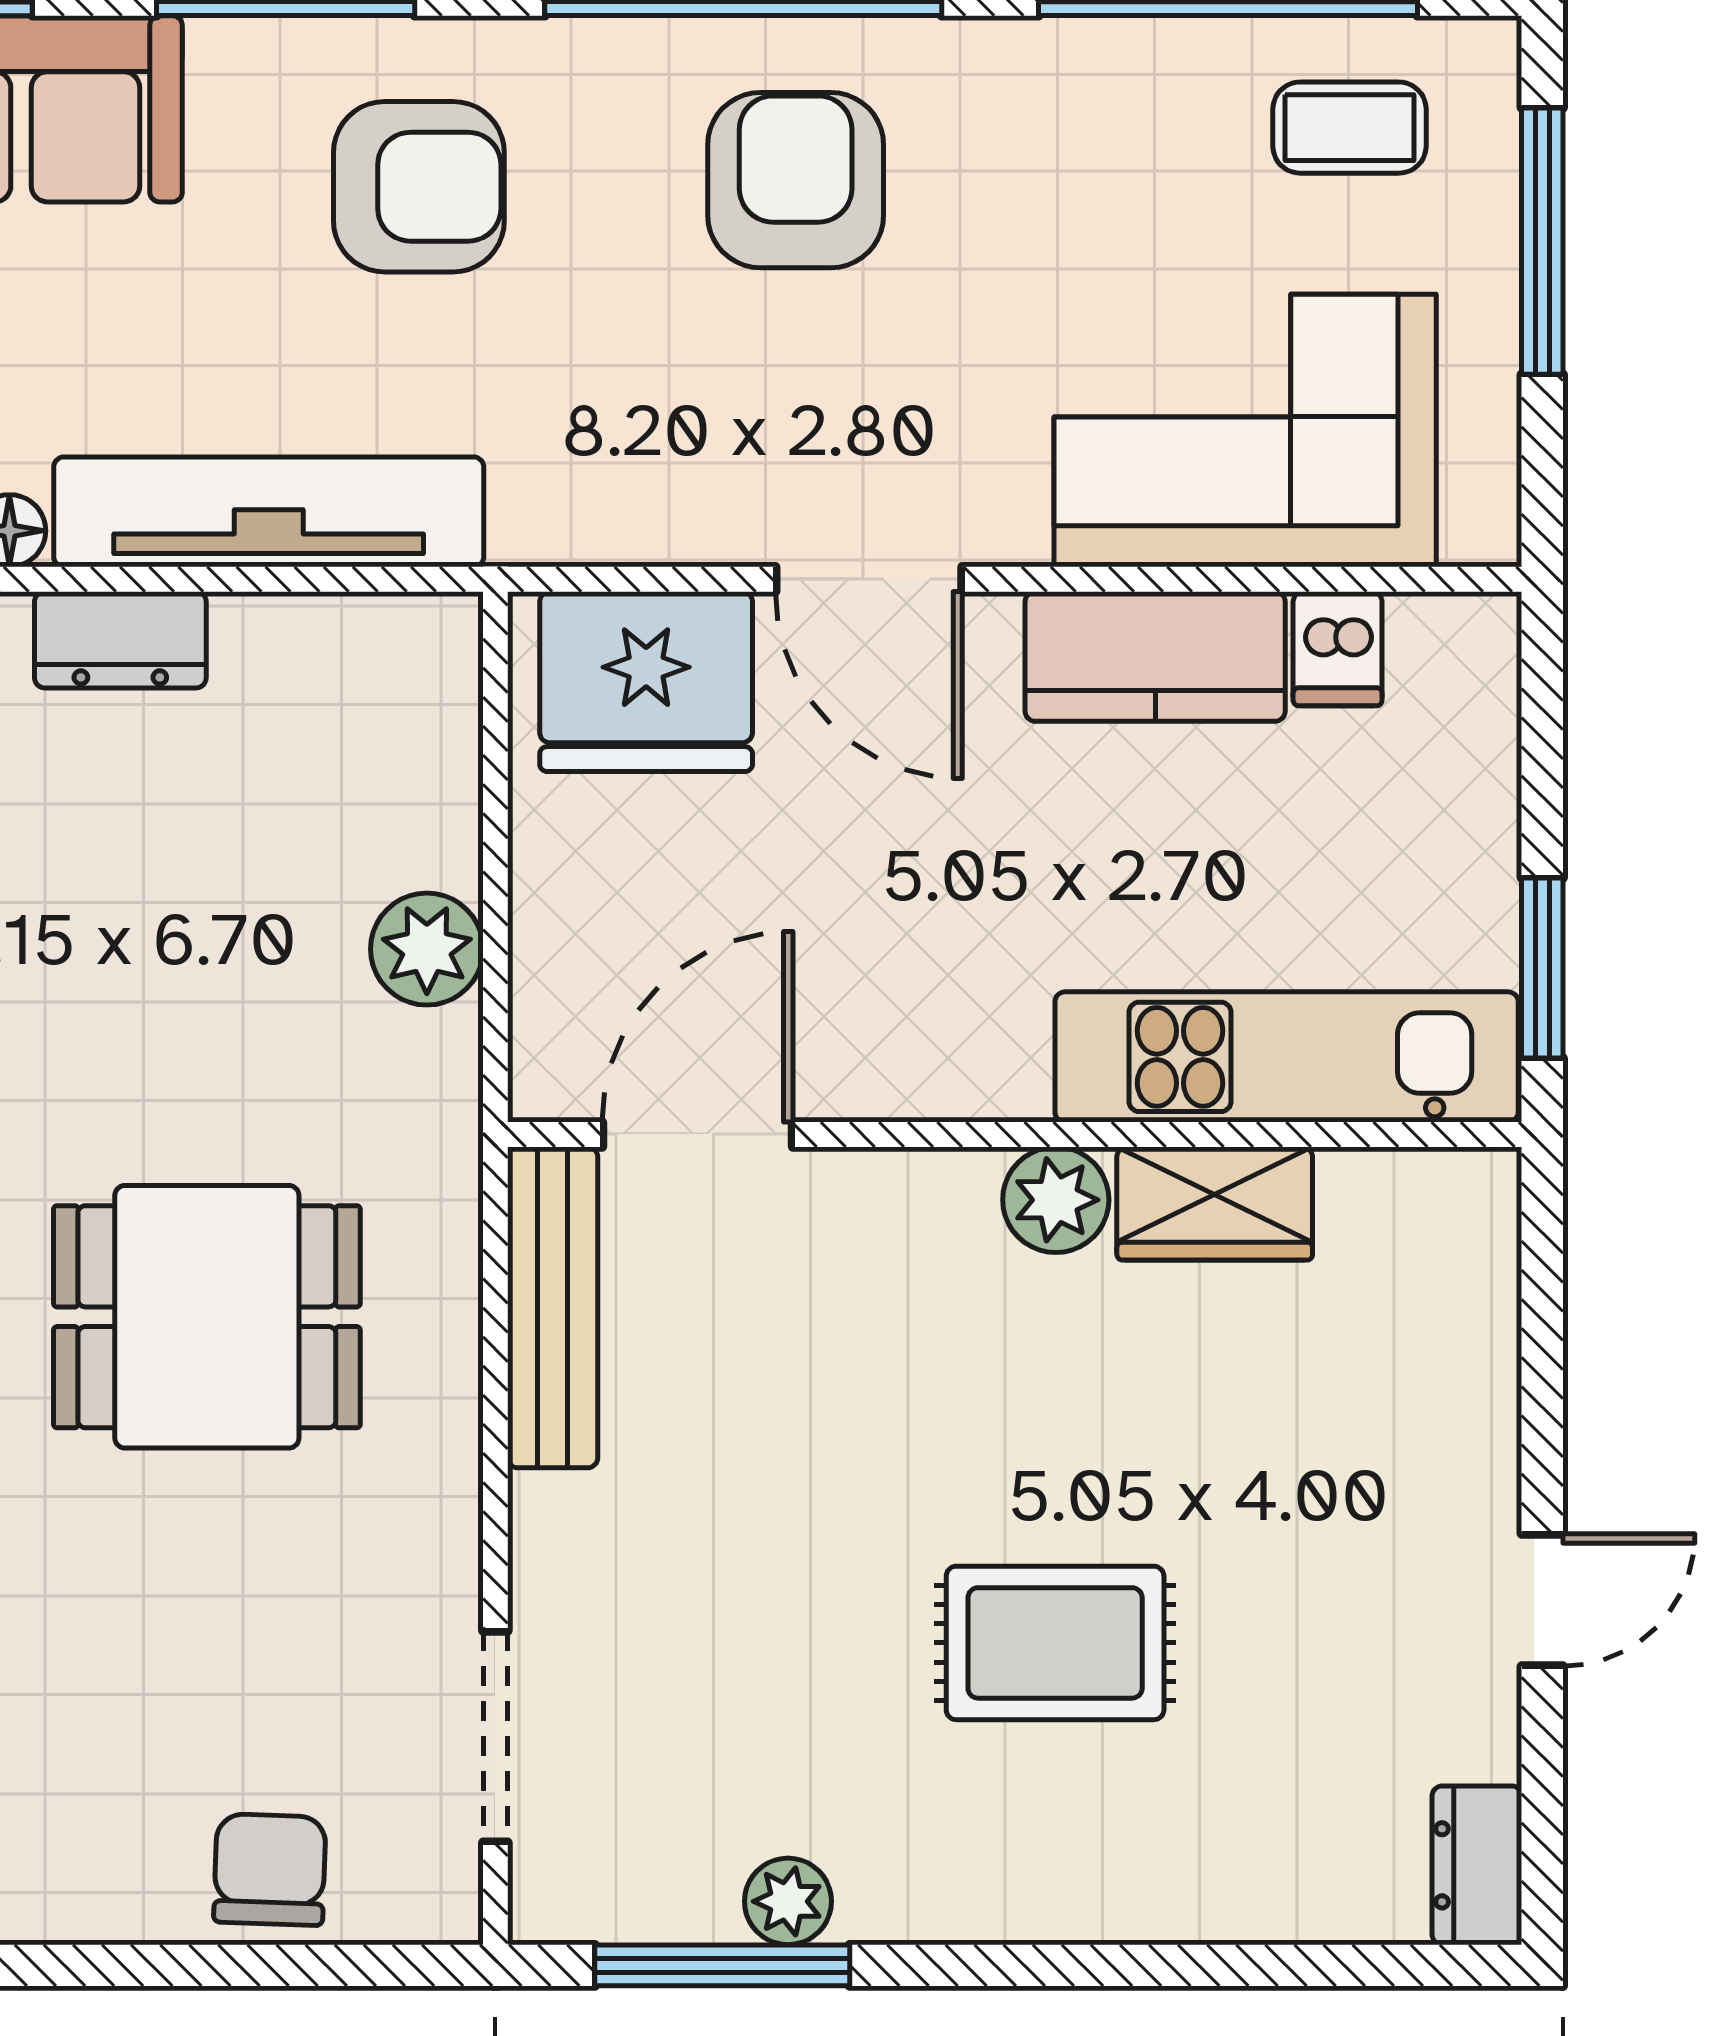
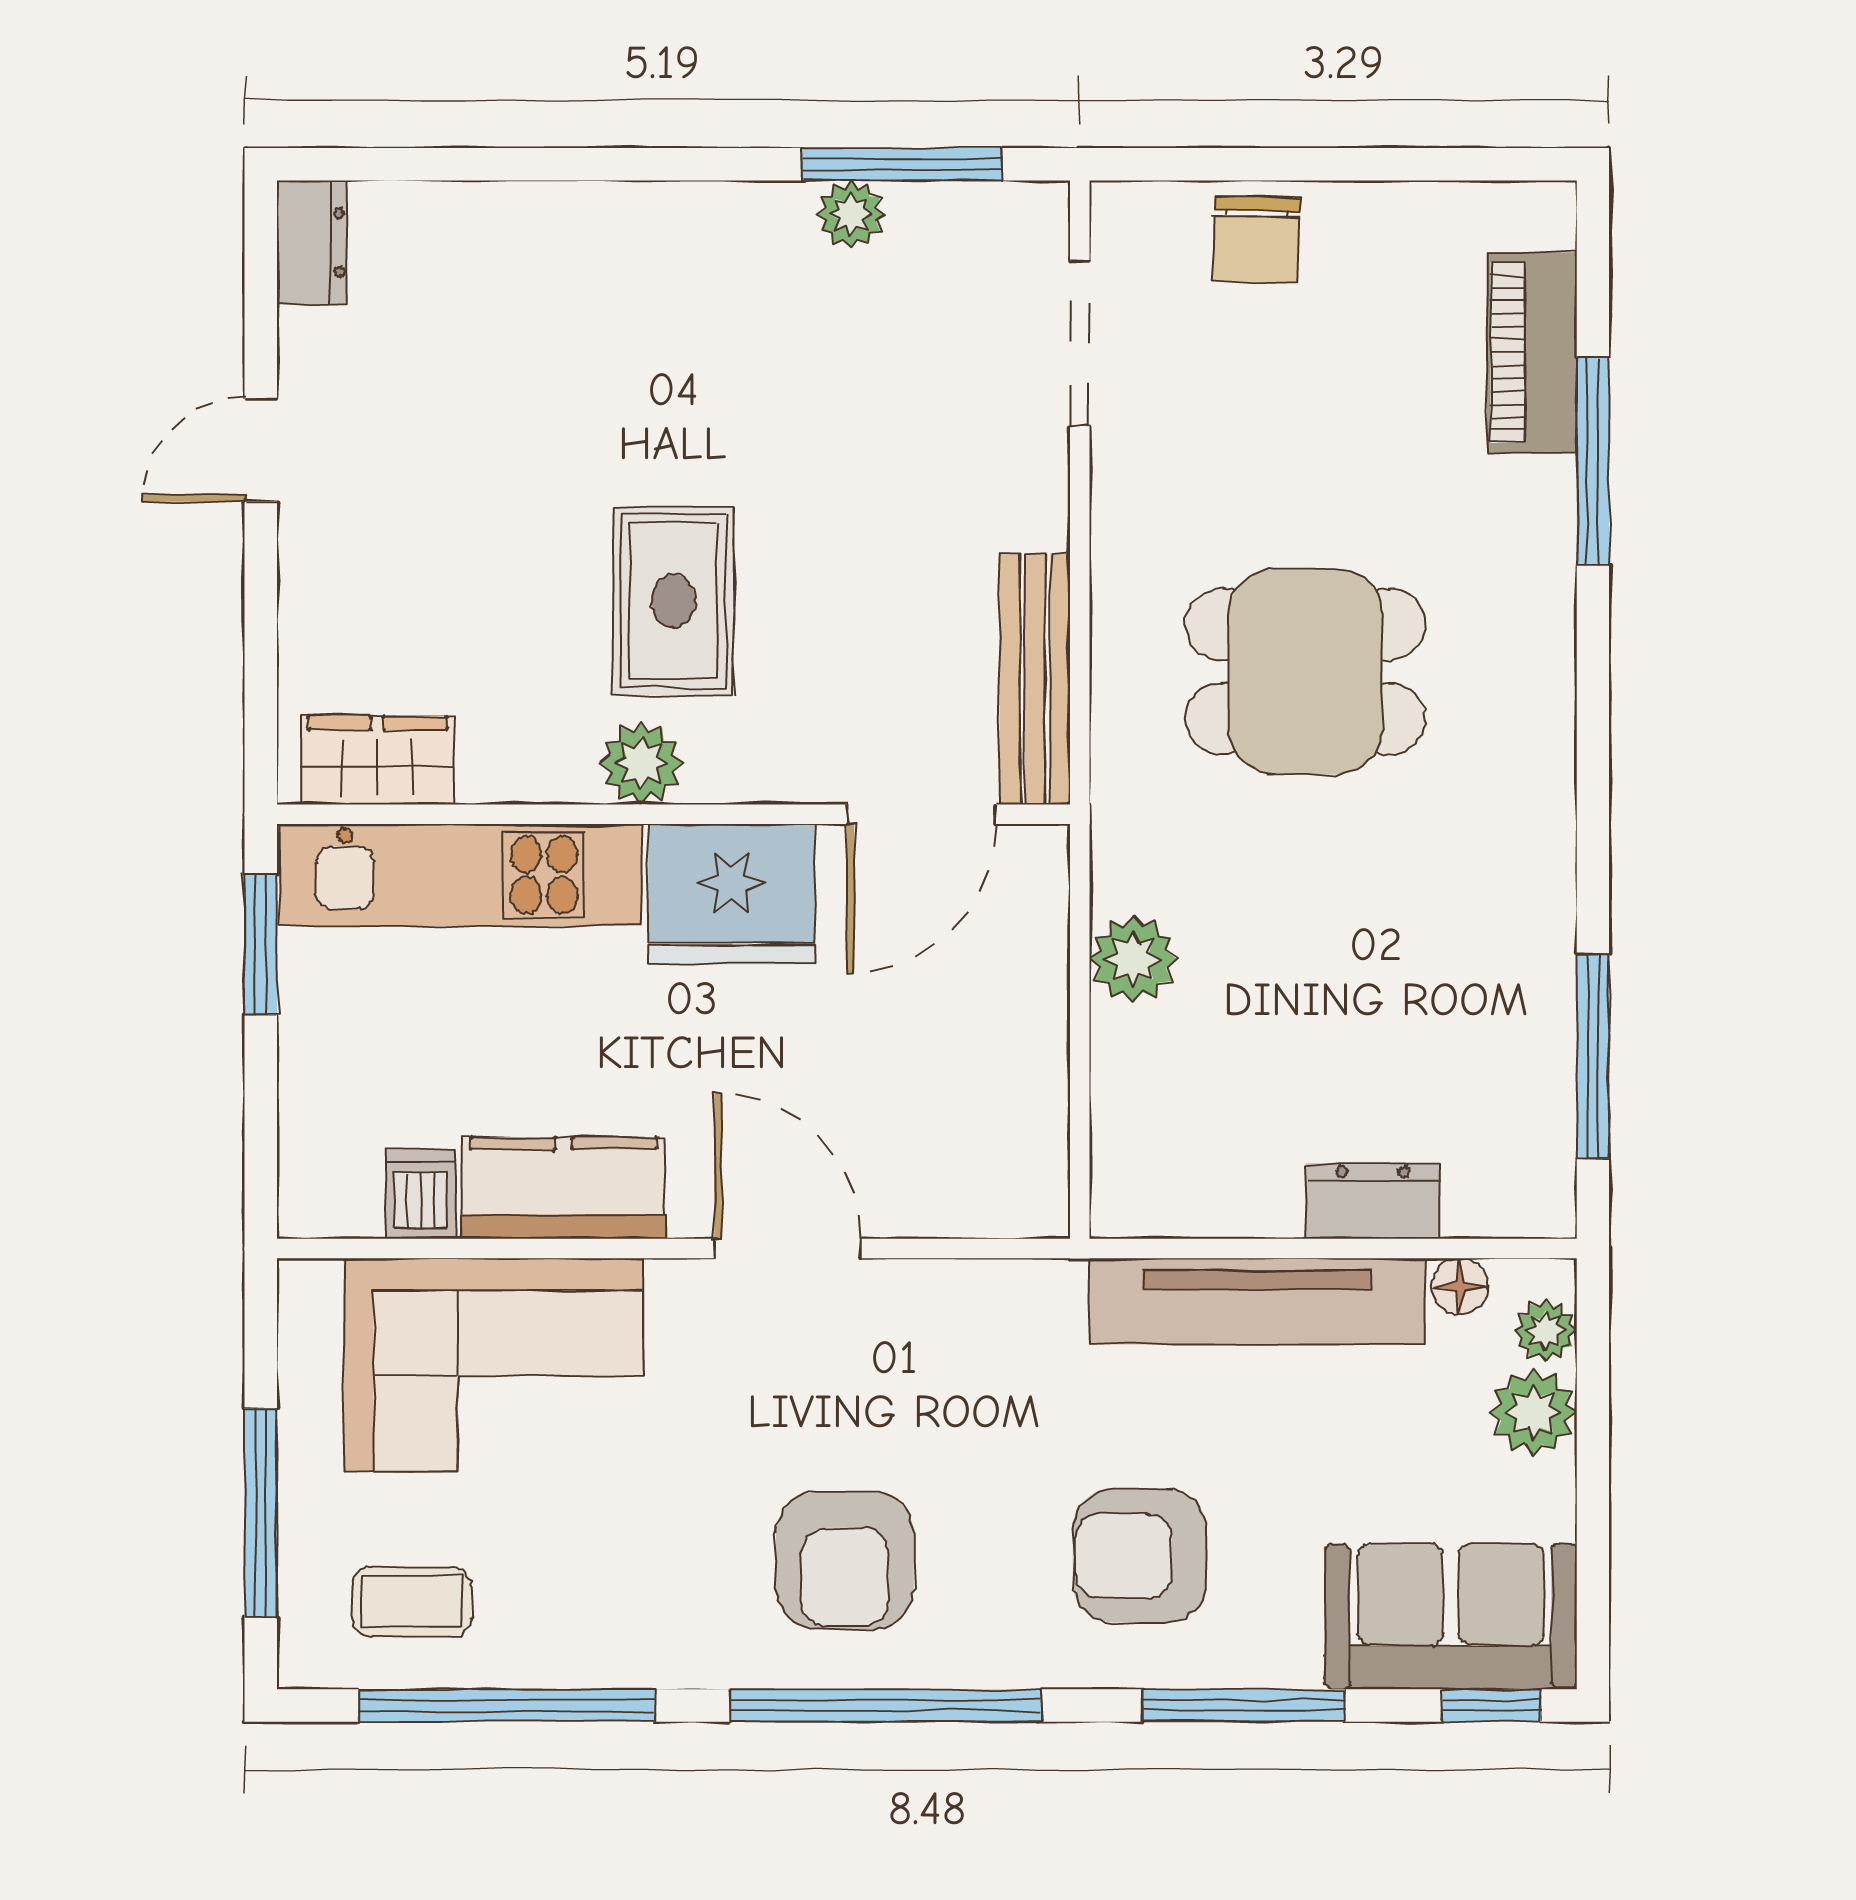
fridge: (646, 682) -> (732, 894), moved, turned 180
wardrobe: (1215, 1203) -> (377, 760), moved
rug: (1055, 1643) -> (673, 601), moved, turned 90

